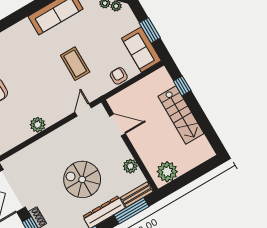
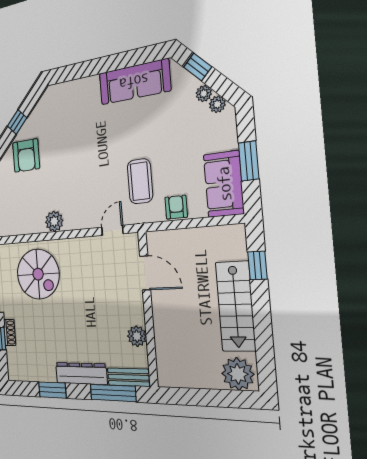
coffee table: (75, 64) -> (140, 181), moved
plant: (167, 172) -> (238, 374), moved
spiral stairs: (82, 179) -> (38, 274), moved, turned 180

